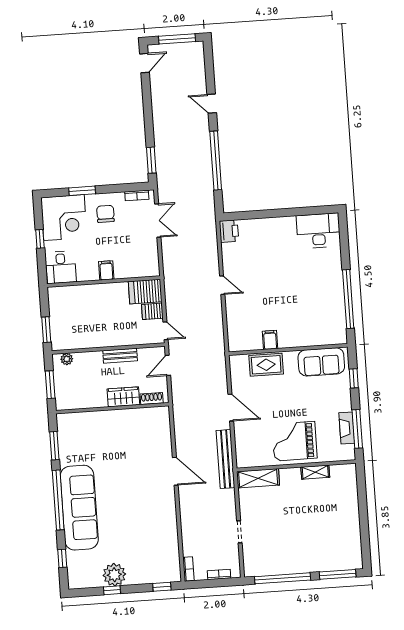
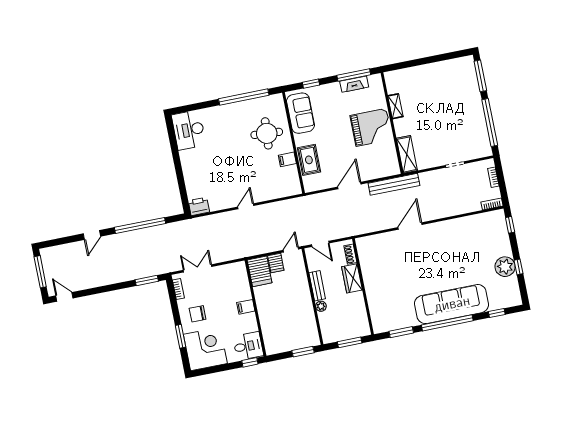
window: (40, 239) -> (250, 362), moved
round table: (303, 320) -> (267, 133), added
plant: (67, 359) -> (321, 306), moved
grand piano: (294, 441) -> (371, 127), turned -90

